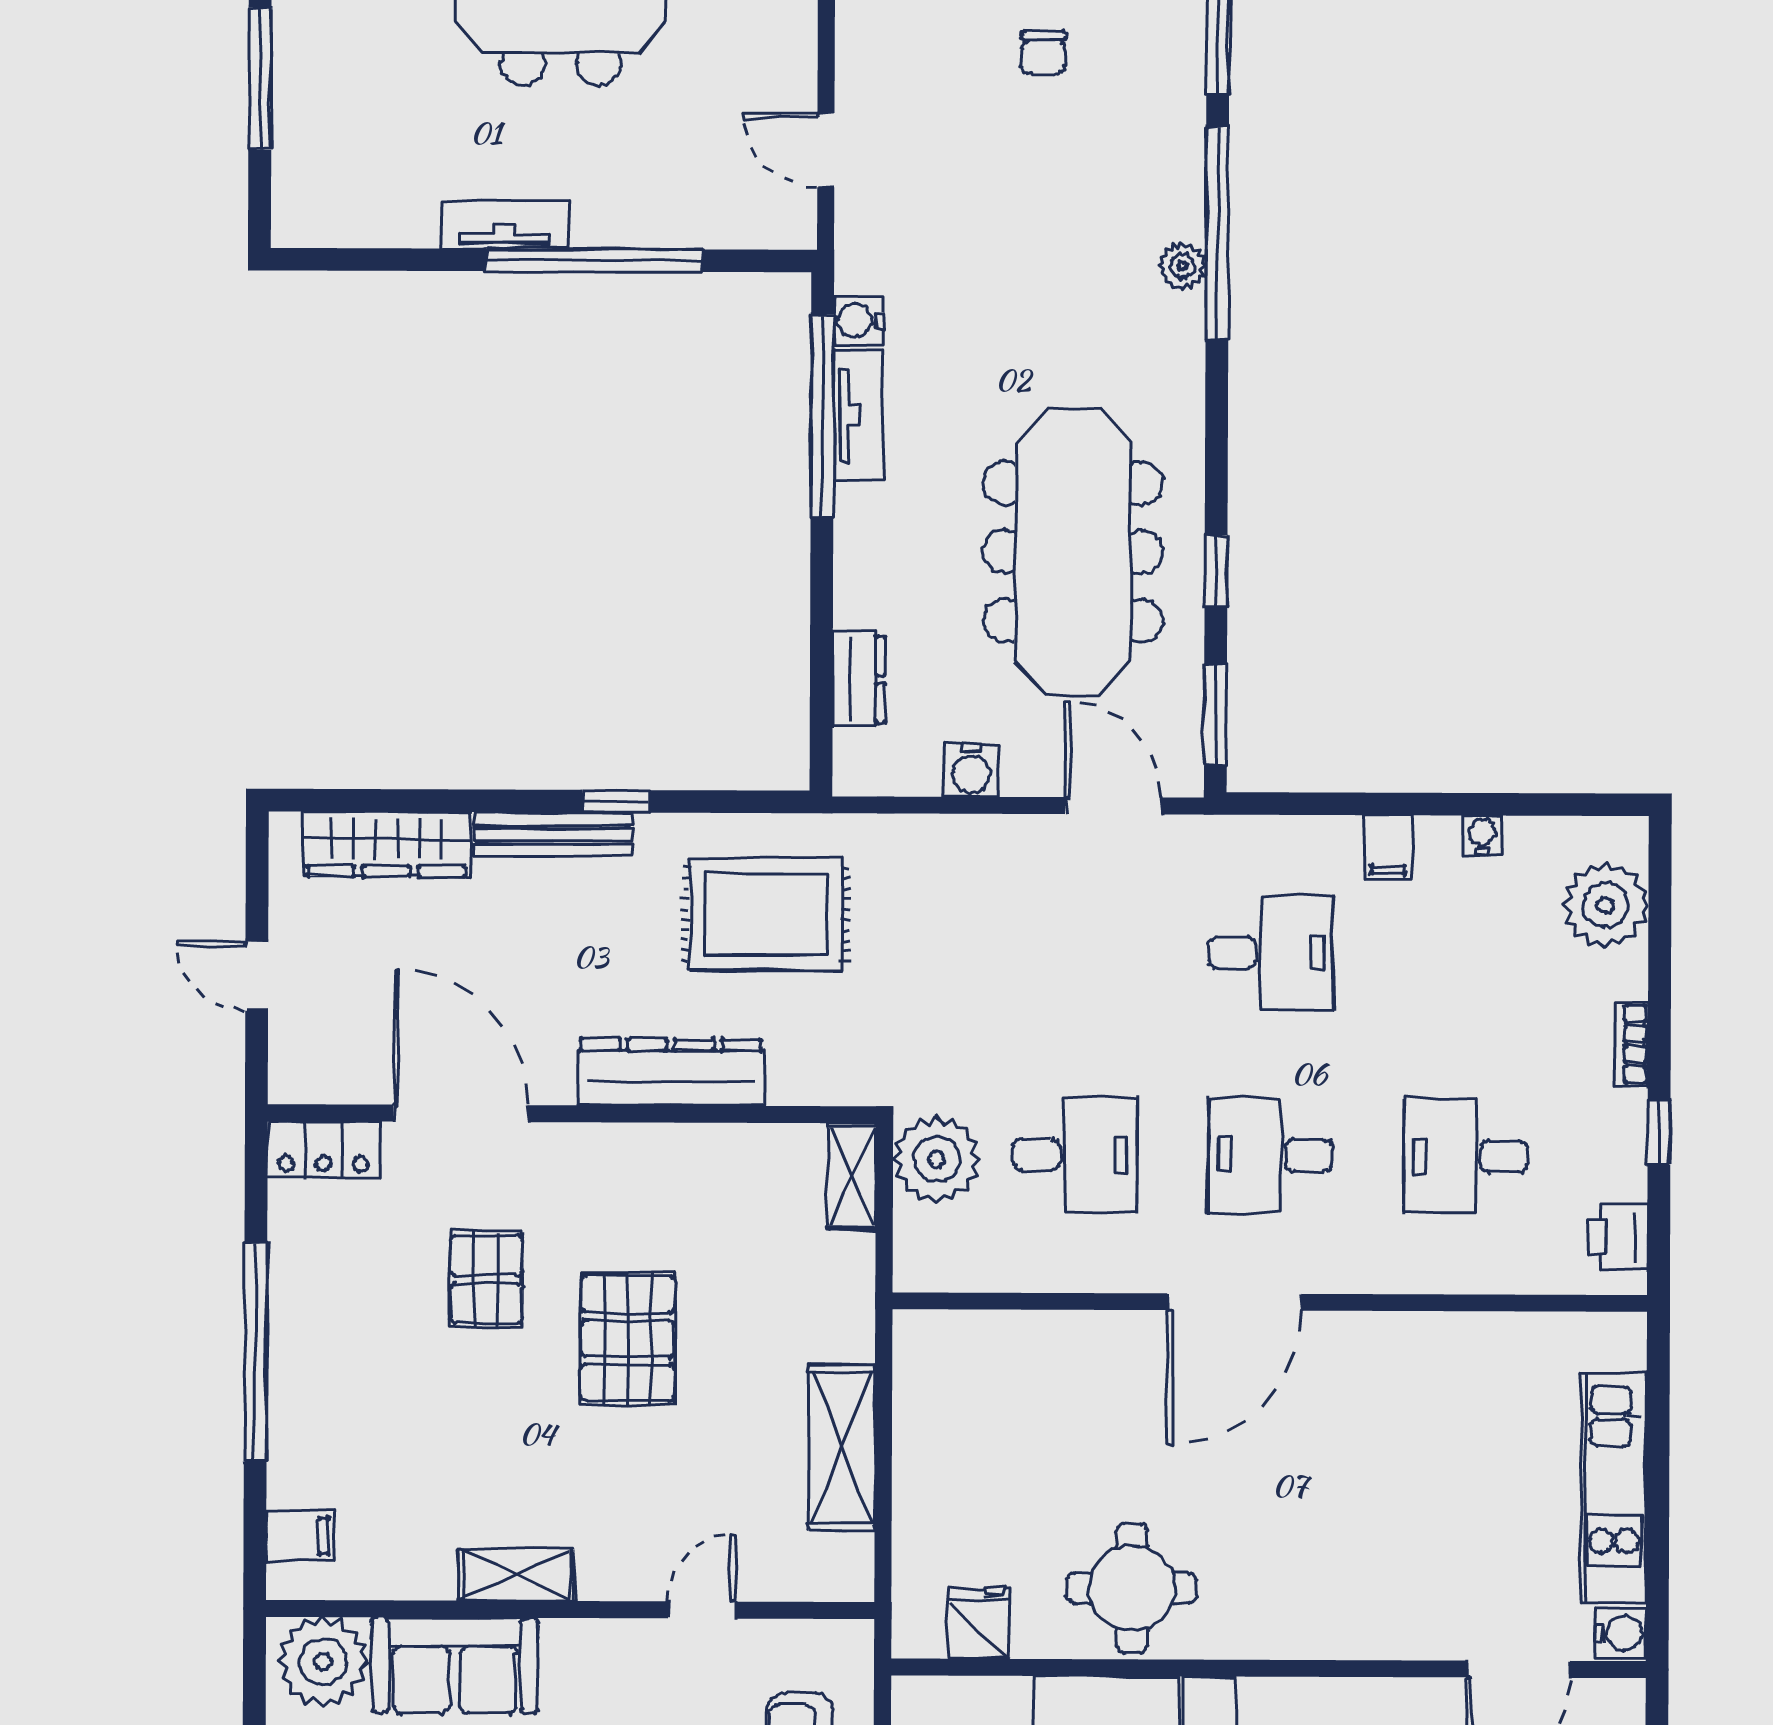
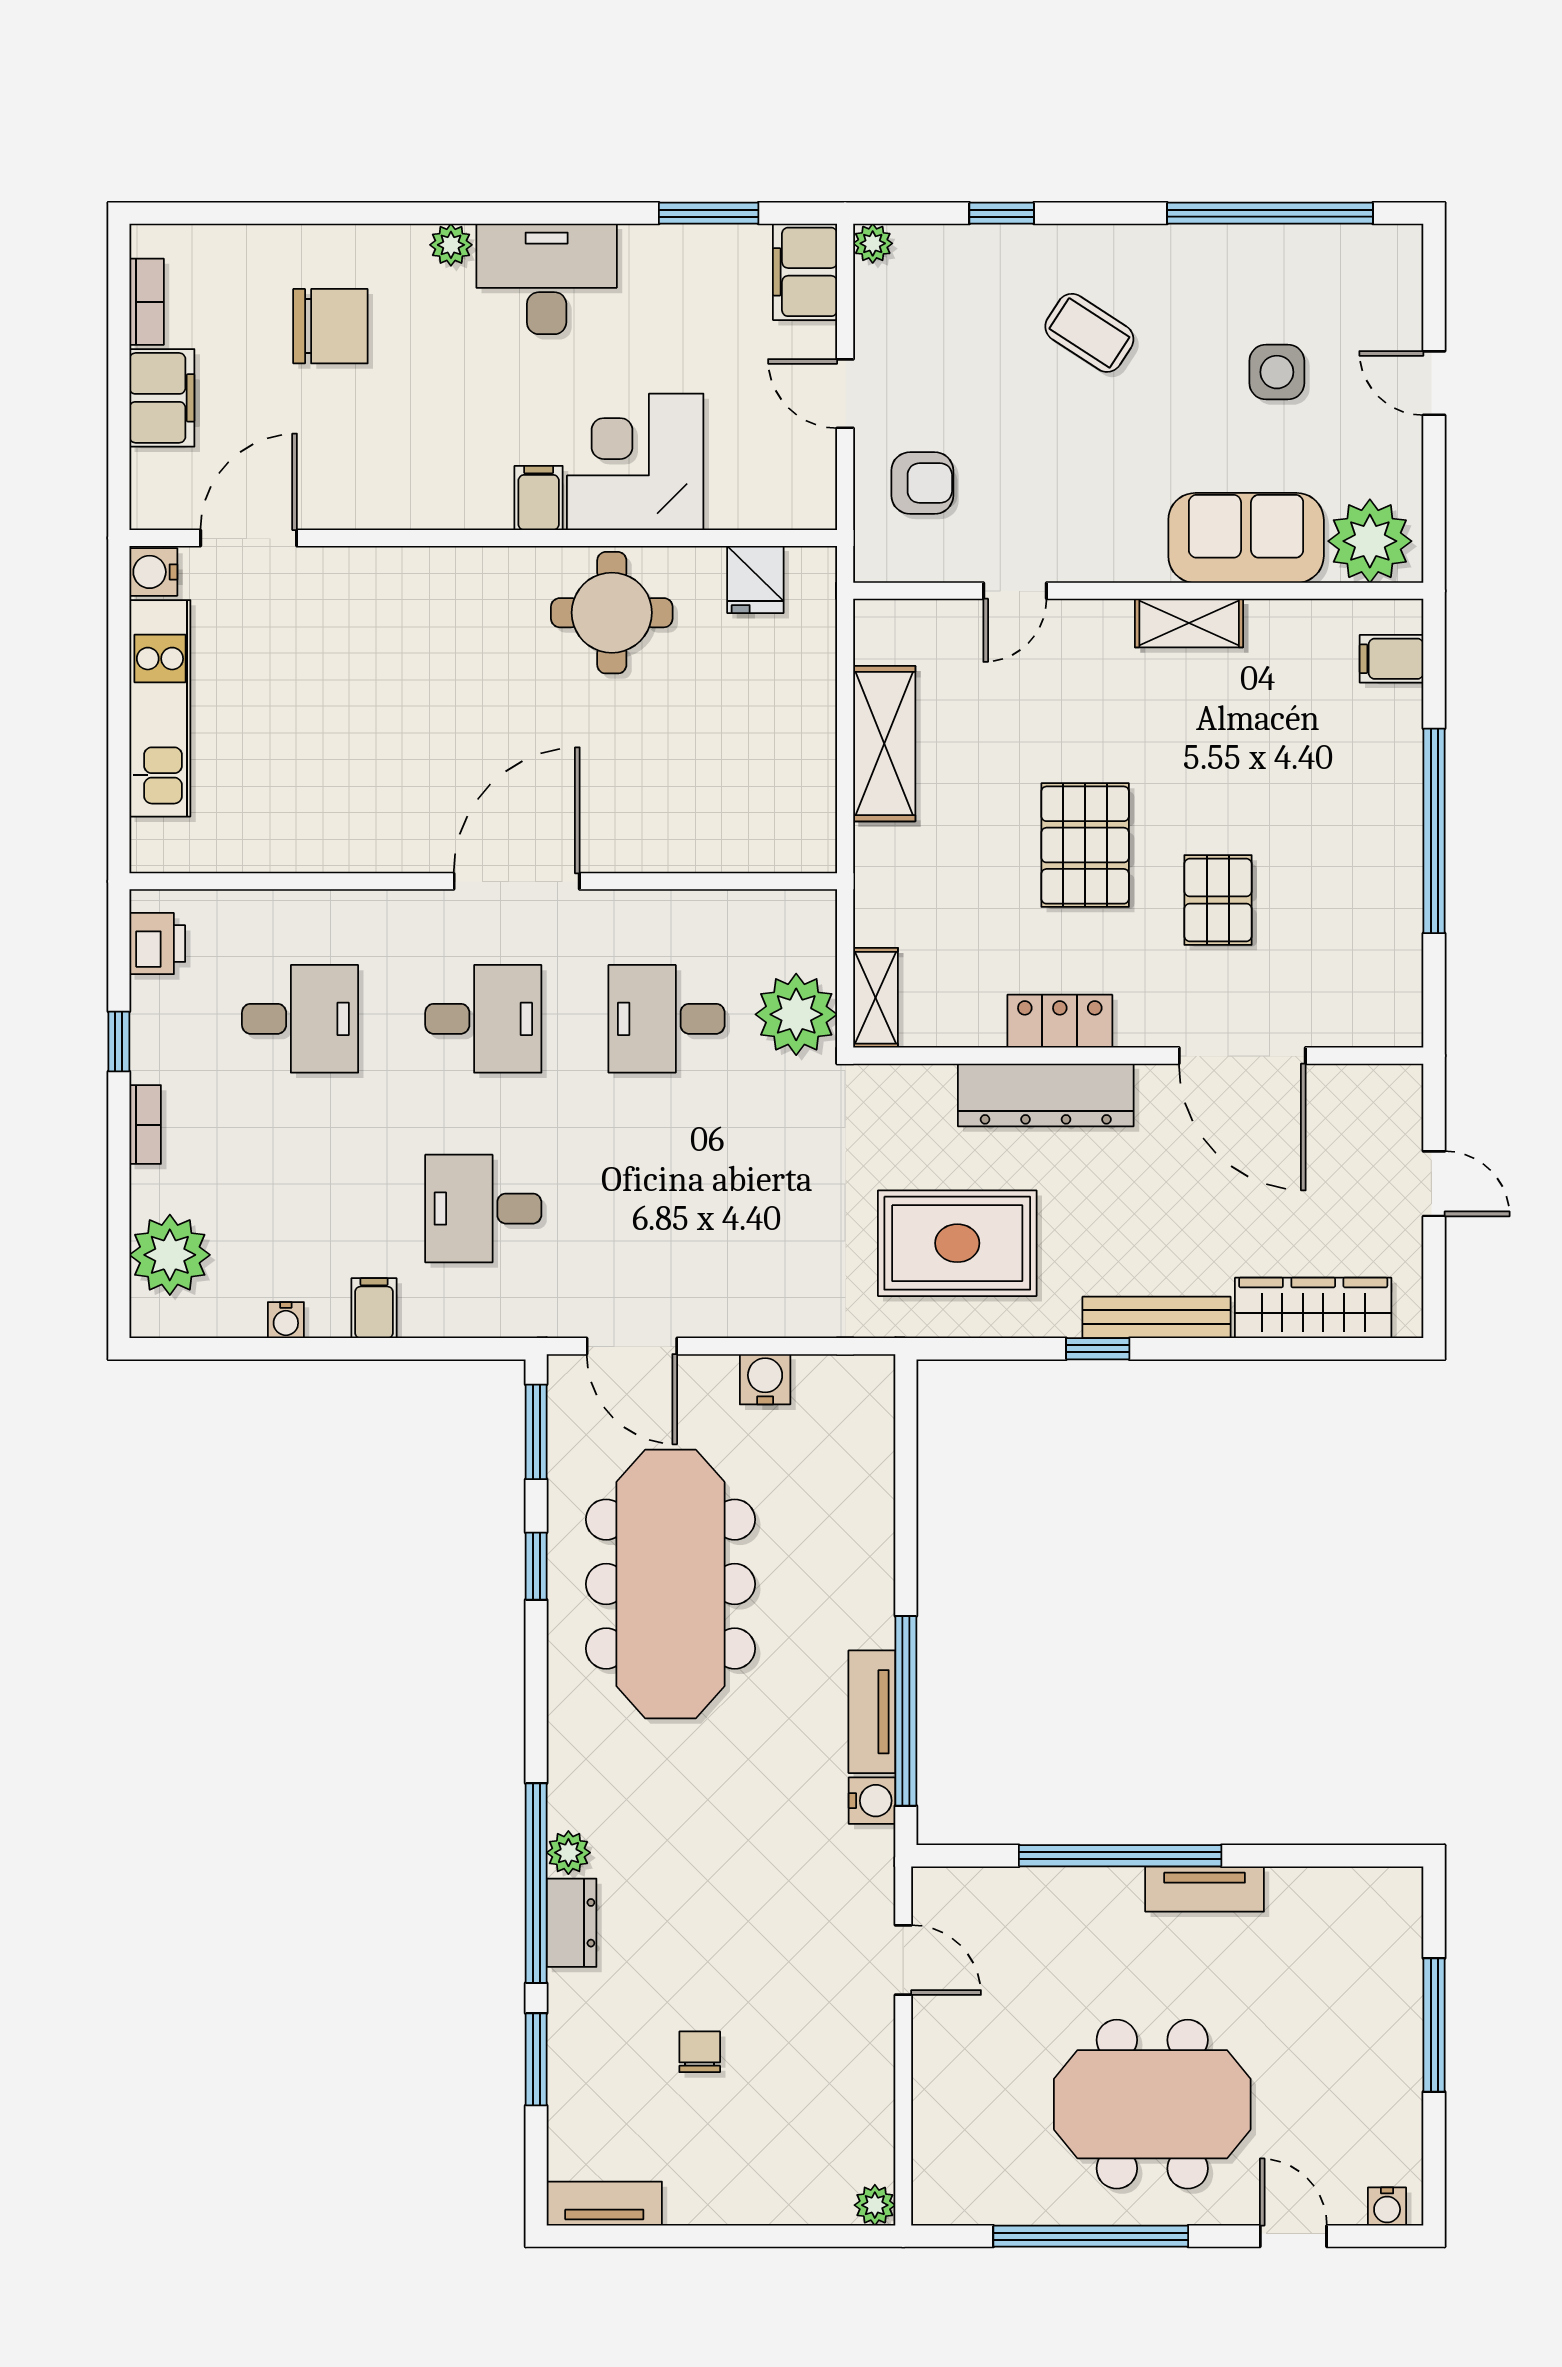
dresser: (859, 679) -> (572, 1923), moved, turned 180
locker: (323, 1150) -> (1060, 1021), moved

